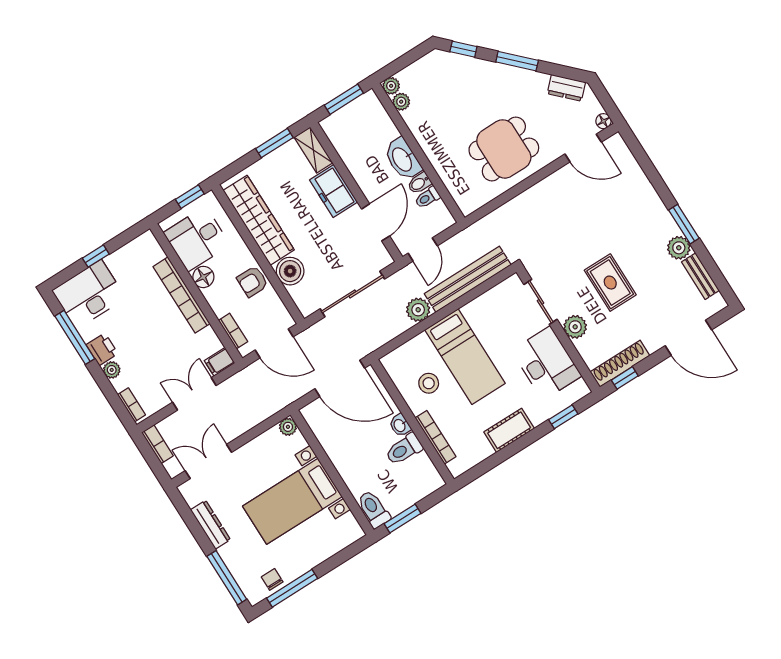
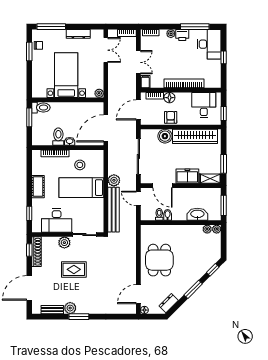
washbasin: (403, 159) -> (197, 214), moved
floor lamp: (203, 277) -> (169, 98), moved
window: (292, 588) -> (29, 52), width x0.69

